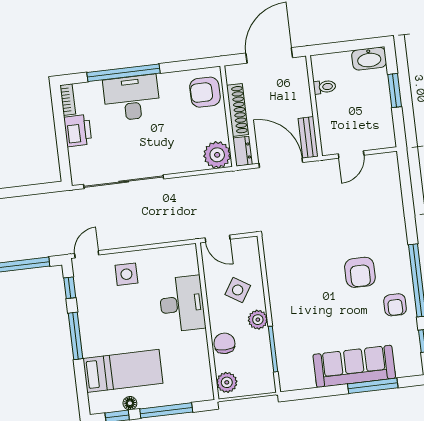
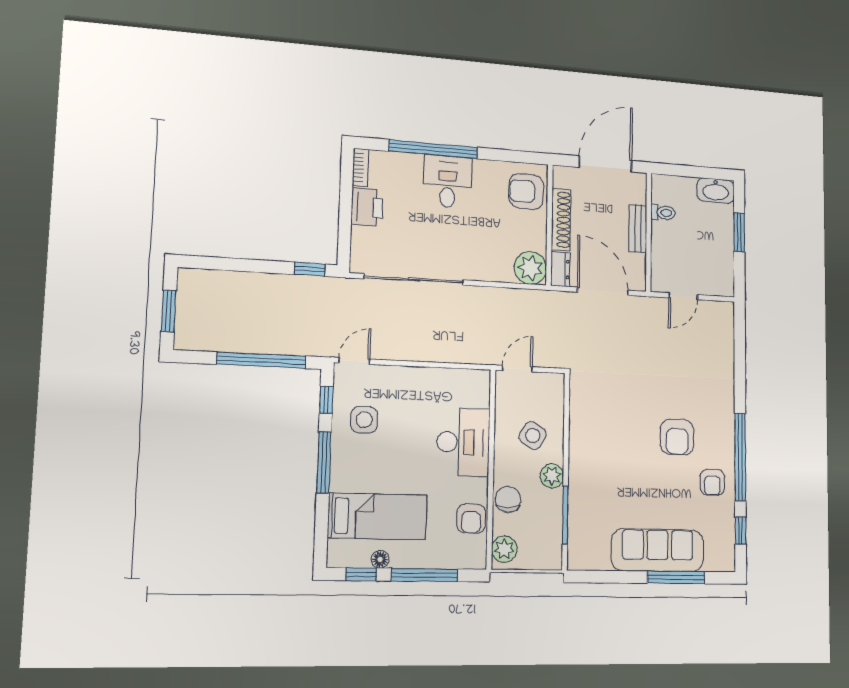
desk: (132, 98) -> (448, 182), width x0.73
bench: (308, 137) -> (638, 229), moved
window: (41, 189) -> (310, 269), added
door: (218, 239) -> (517, 369), swing flipped
side table: (126, 274) -> (364, 420), moved
armchair: (197, 362) -> (471, 519), added

